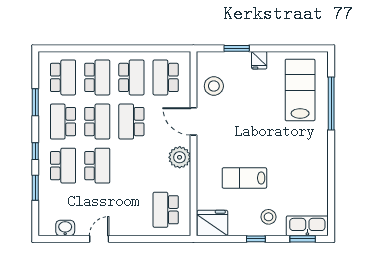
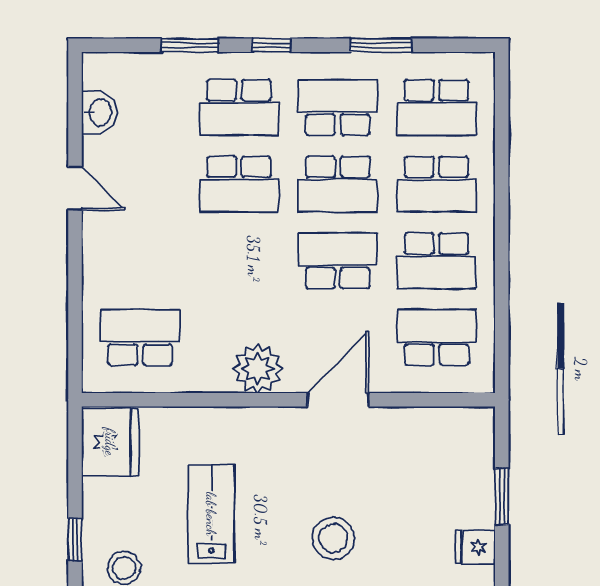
stool: (214, 86) -> (333, 538), moved

